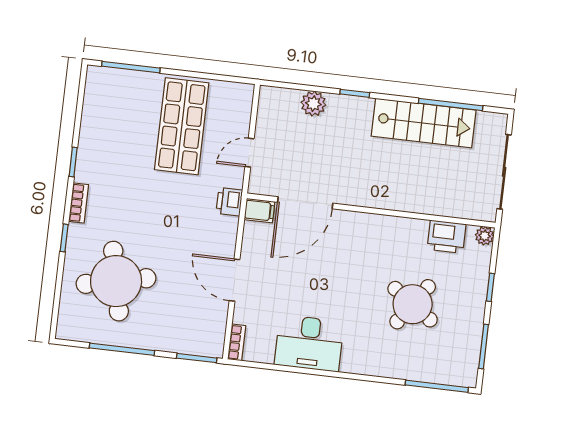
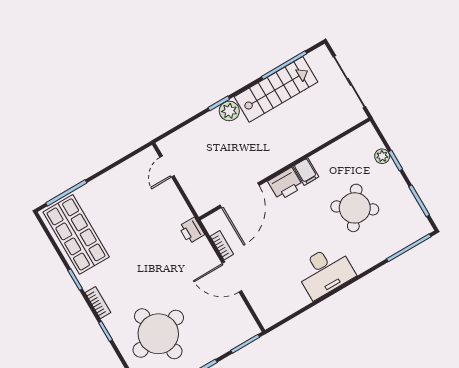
plant: (313, 104) -> (229, 111), moved
shop shelf: (182, 126) -> (76, 234), moved
door: (249, 153) -> (167, 166), moved
filing cabinet: (259, 211) -> (306, 172), moved, turned 90
plant: (485, 236) -> (382, 156), moved
printer: (447, 237) -> (285, 184), moved
bookcase: (237, 342) -> (222, 245), moved
desk: (309, 343) -> (325, 272), moved

